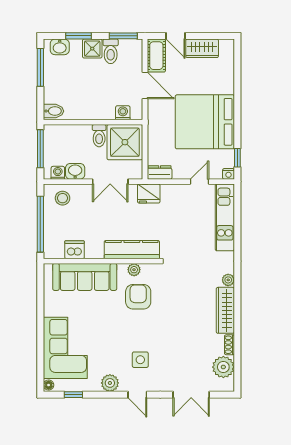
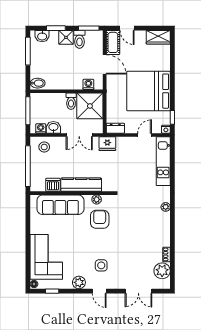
wardrobe: (202, 48) -> (158, 37), moved
kitchen counter: (132, 250) -> (81, 185), moved
wardrobe: (225, 310) -> (164, 229), removed

